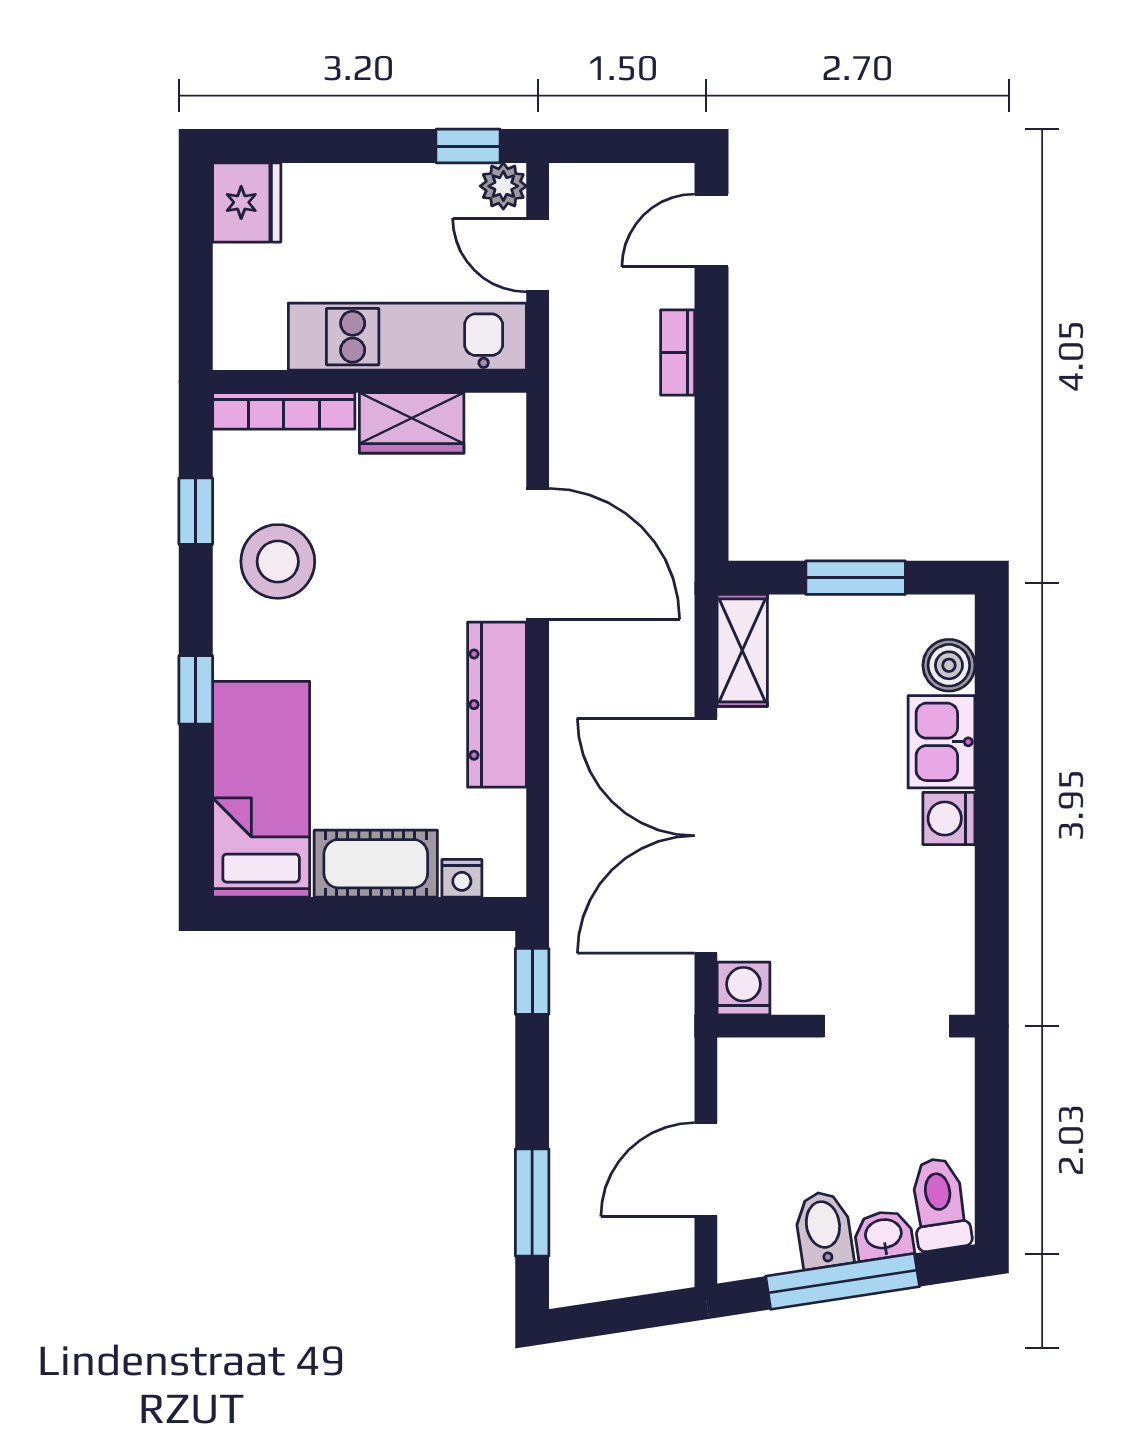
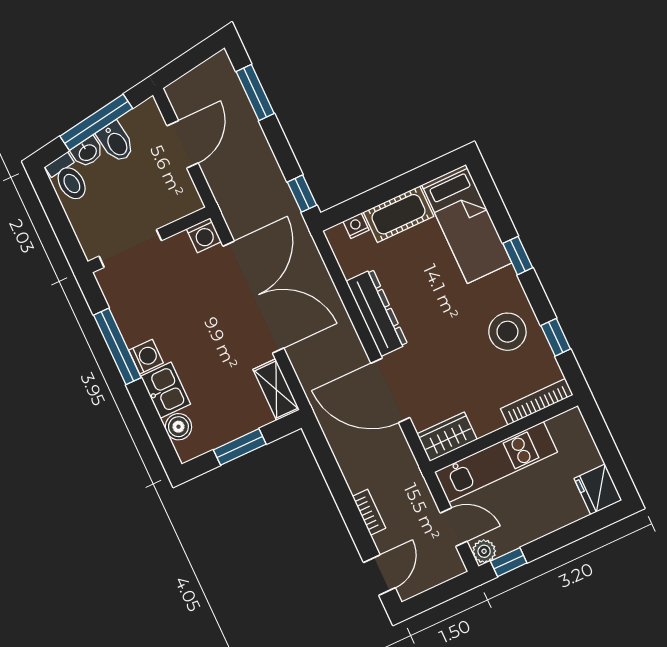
wardrobe: (412, 423) -> (447, 437), moved
window: (992, 861) -> (117, 346), added

